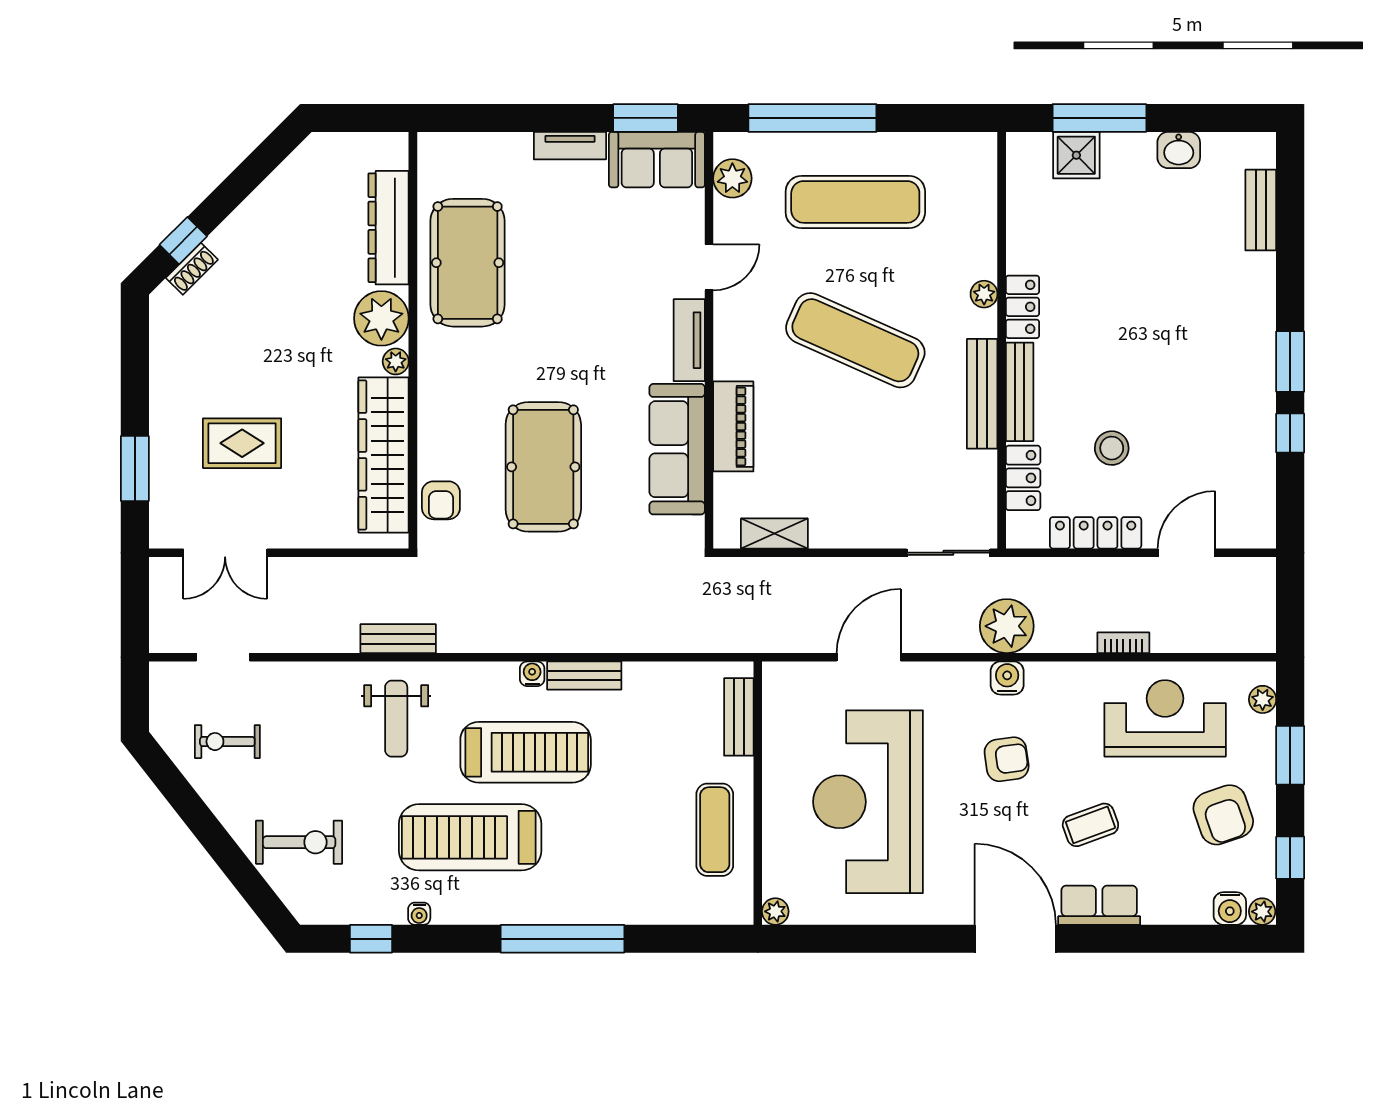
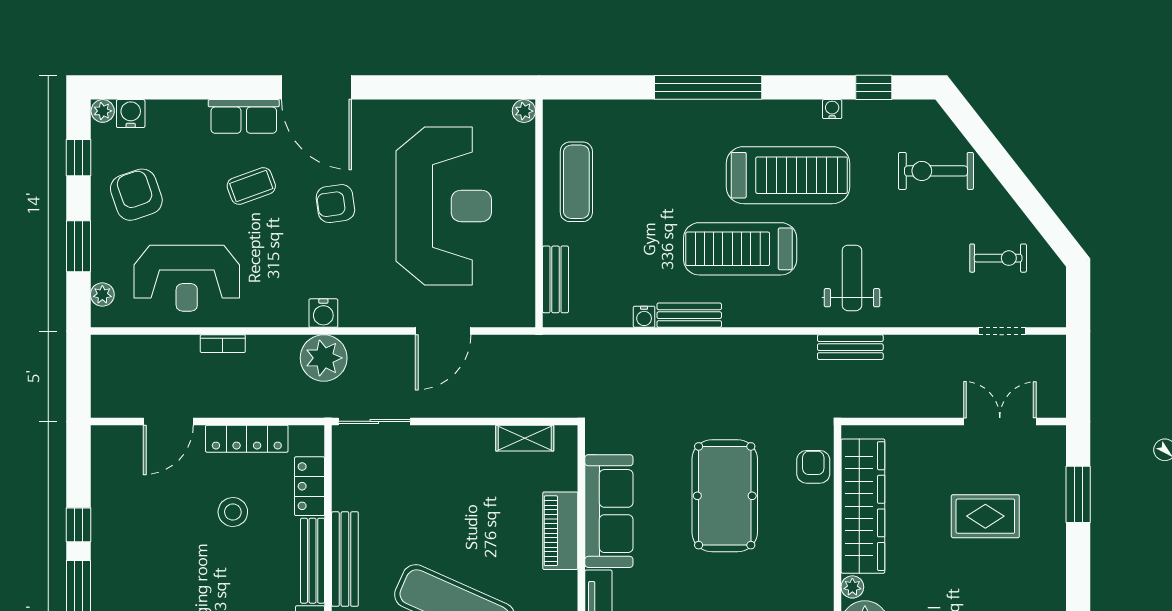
water cooler: (532, 674) -> (644, 317), moved
armchair: (1007, 759) -> (335, 204), moved

